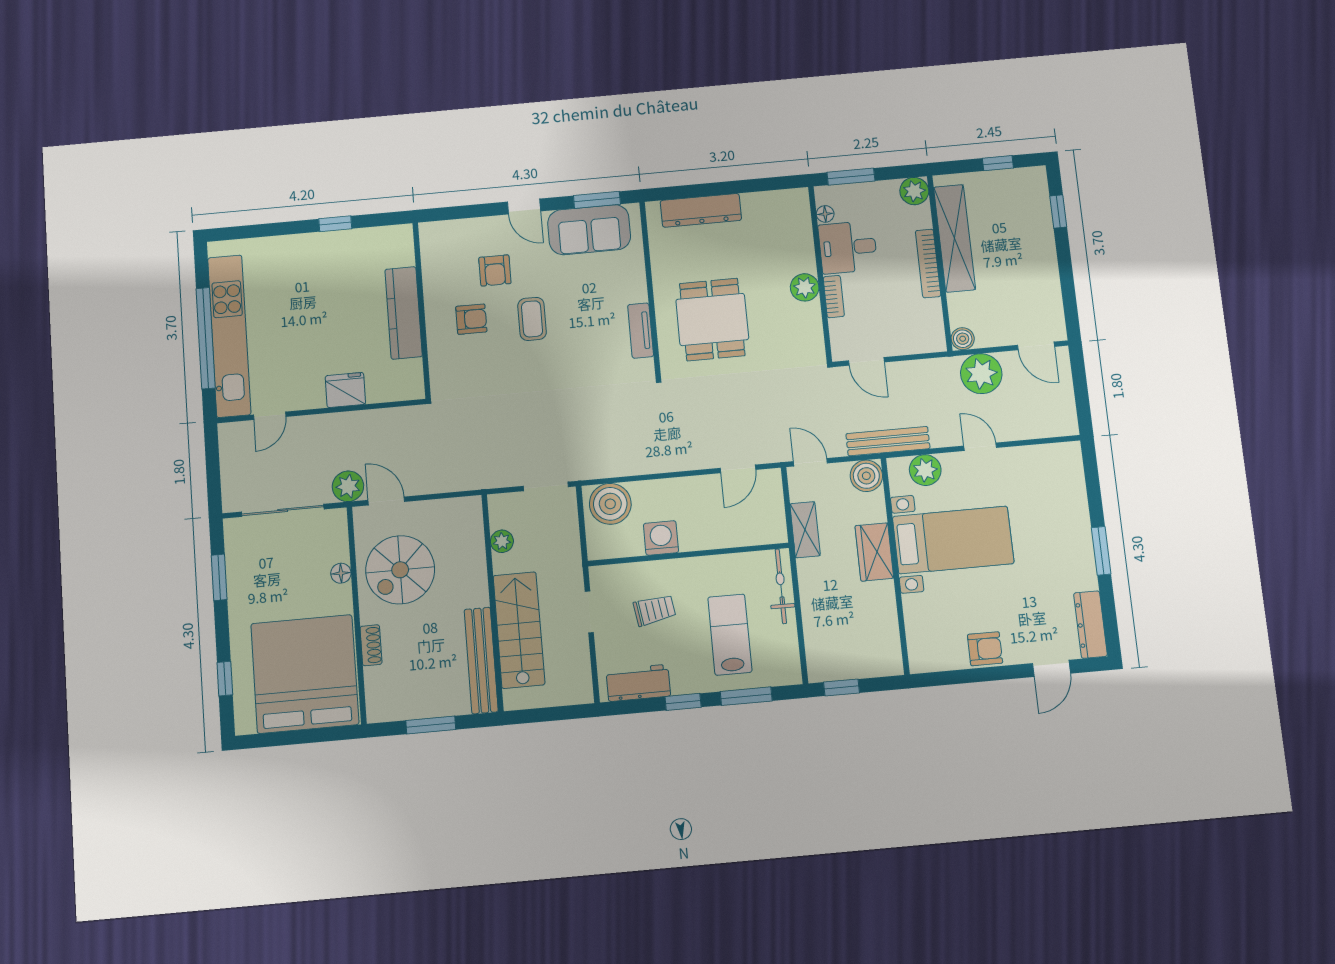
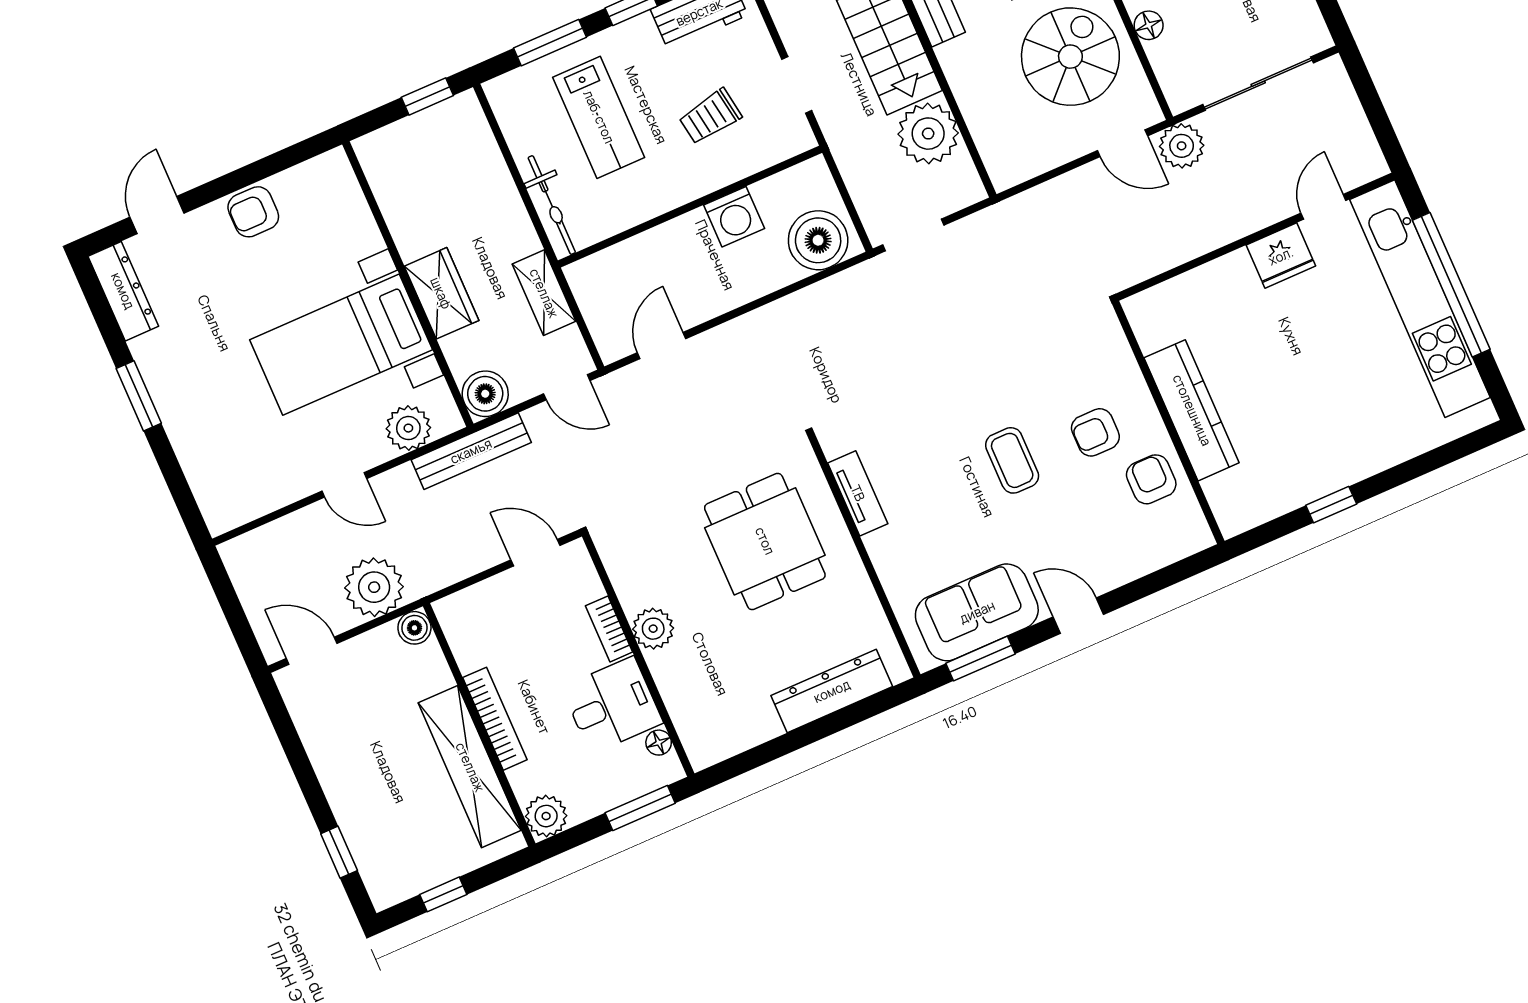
armchair: (495, 270) -> (1151, 479), moved
fridge: (345, 390) -> (1281, 256), moved
plant: (502, 541) -> (928, 134), width x1.88, depth x1.88

